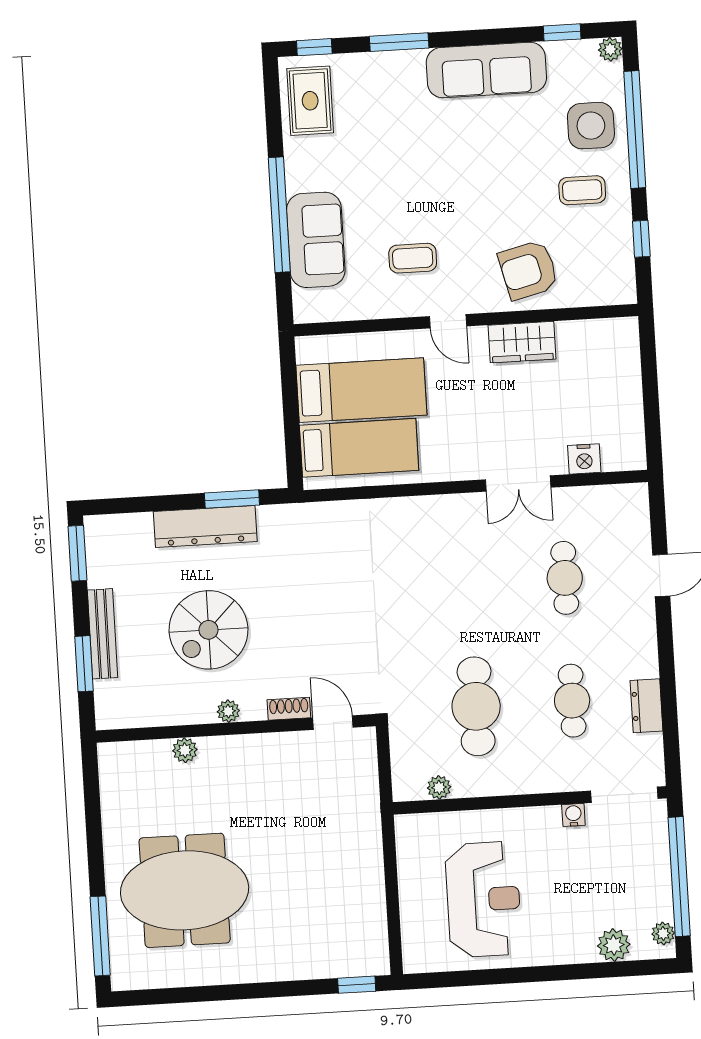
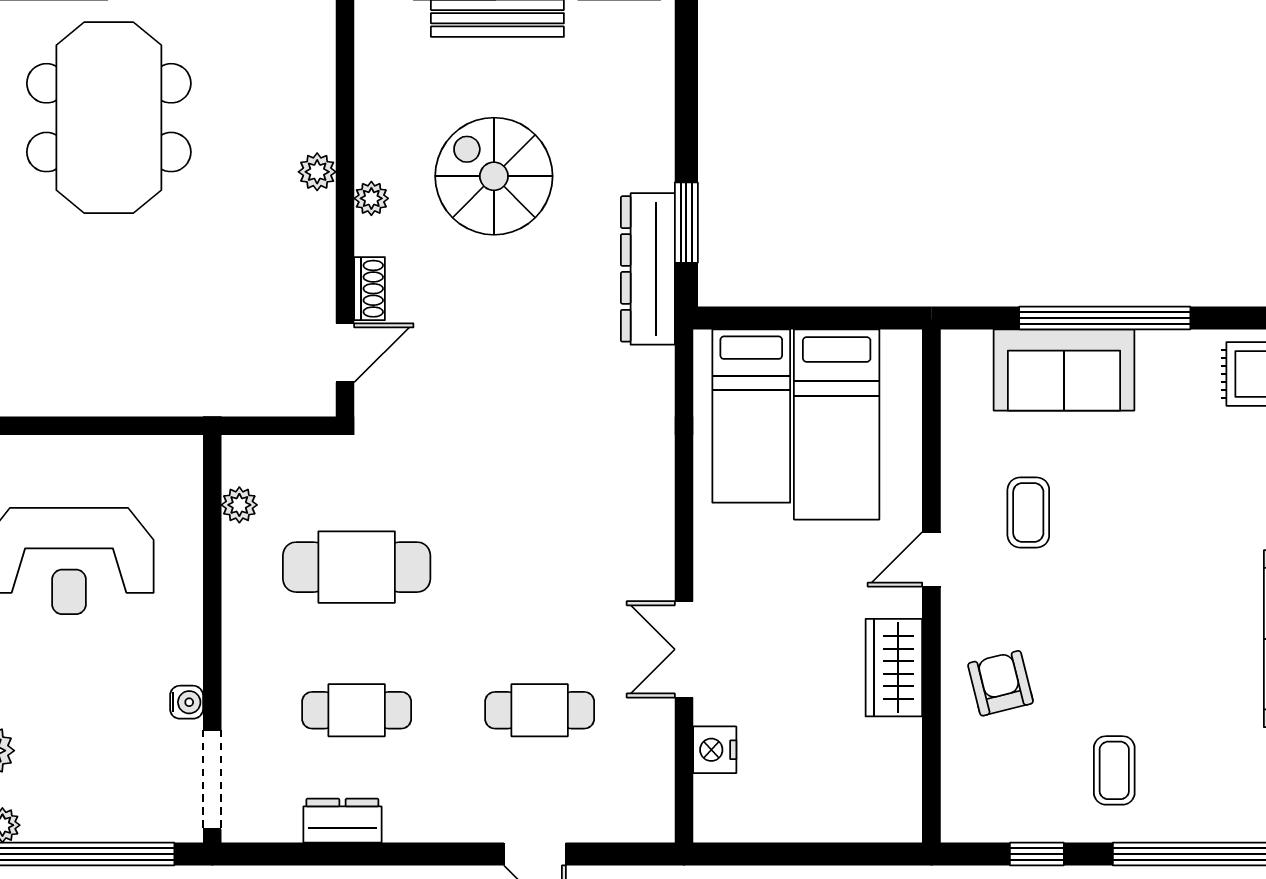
side table: (591, 126) -> (1210, 789), removed
armchair: (528, 270) -> (1001, 683), width x0.72, depth x0.72
dresser: (205, 526) -> (648, 269), moved
plant: (185, 750) -> (317, 172), moved

